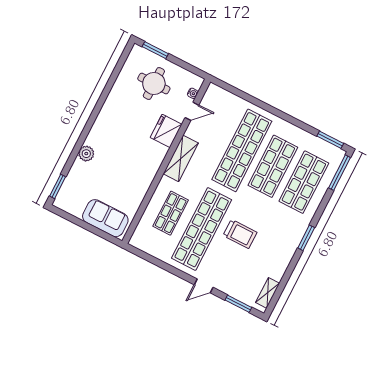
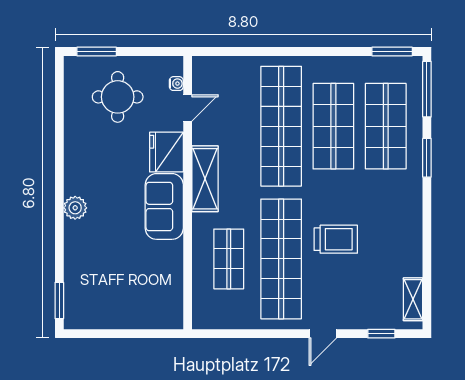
plant: (86, 154) -> (75, 208), moved
sofa: (105, 218) -> (164, 206), moved, turned -90
window: (306, 238) -> (427, 158), moved
window: (238, 304) -> (381, 334), width x0.67

